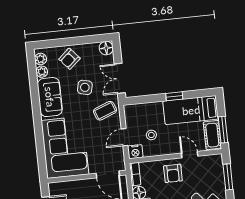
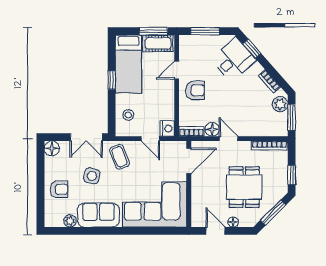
plant: (41, 59) -> (56, 221), removed
armchair: (69, 59) -> (59, 189), turned -49
stool: (151, 135) -> (128, 115), moved

